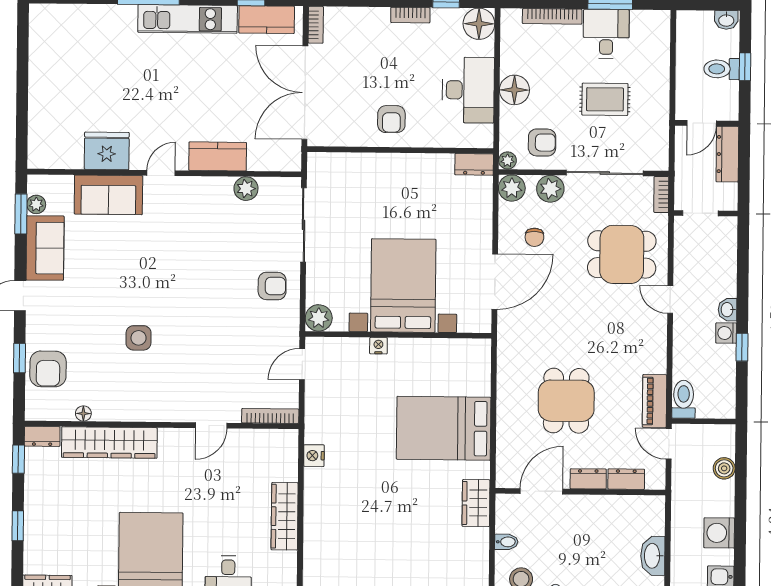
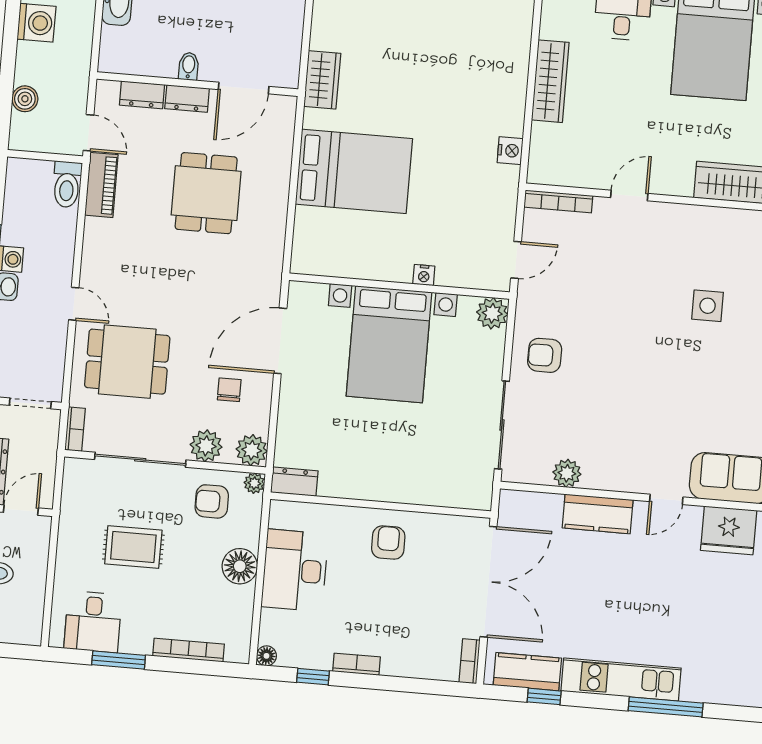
floor lamp: (479, 24) -> (266, 656), width x0.53, depth x0.53
desk: (606, 34) -> (93, 622), moved
bidet: (506, 542) -> (189, 66), moved, turned 90

